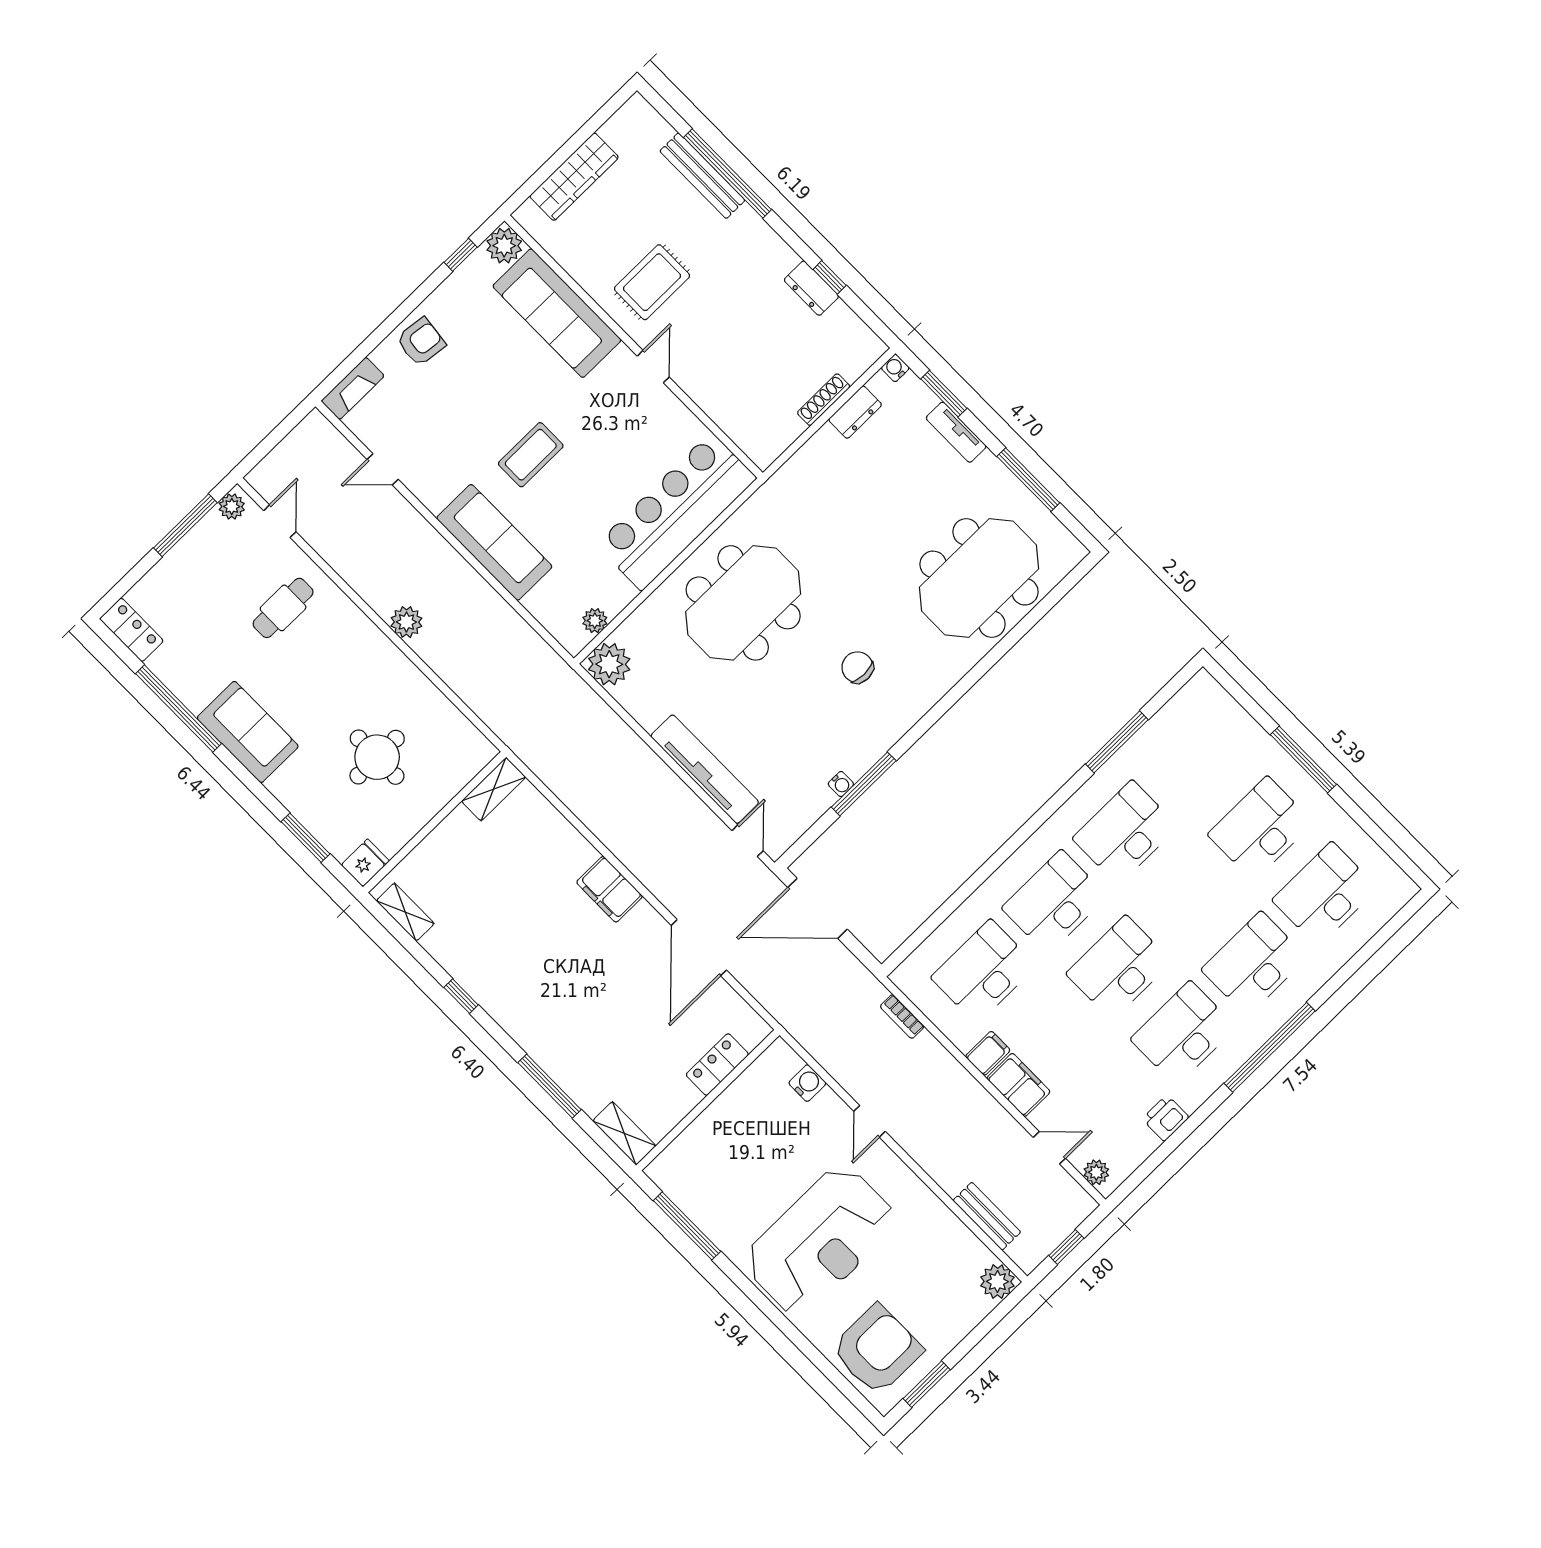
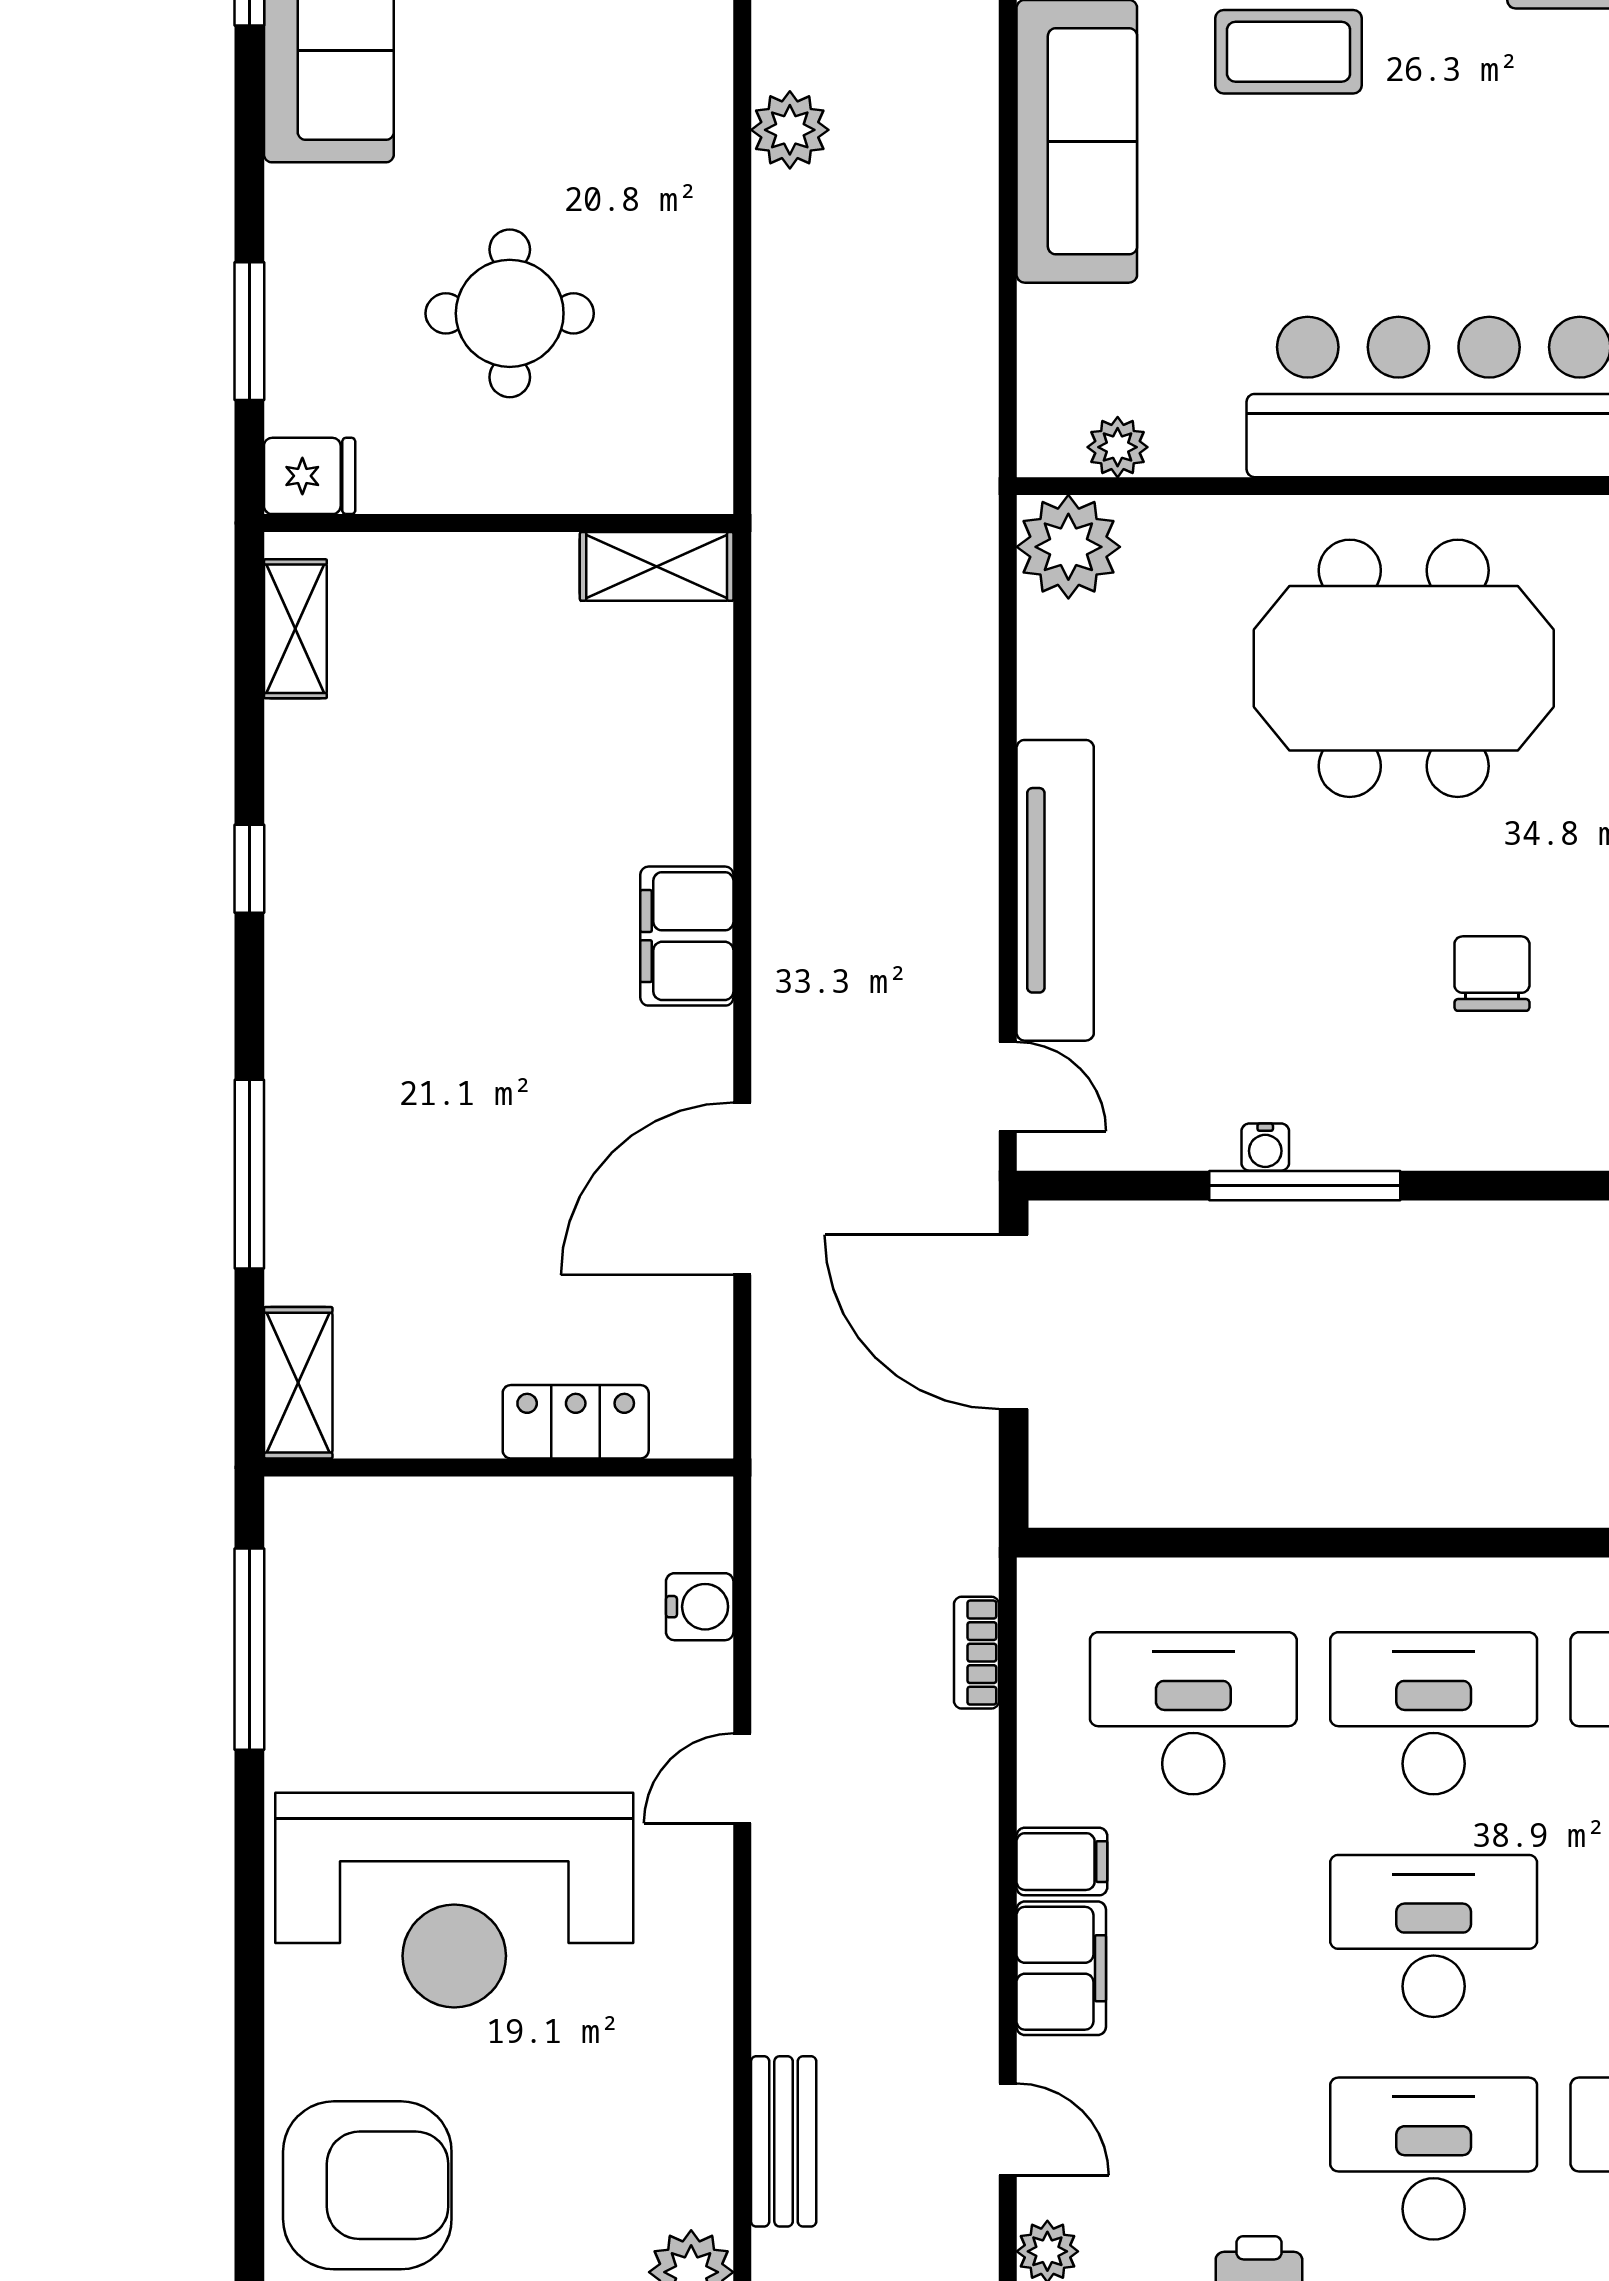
door: (748, 841) -> (1008, 1087), hinge flipped

